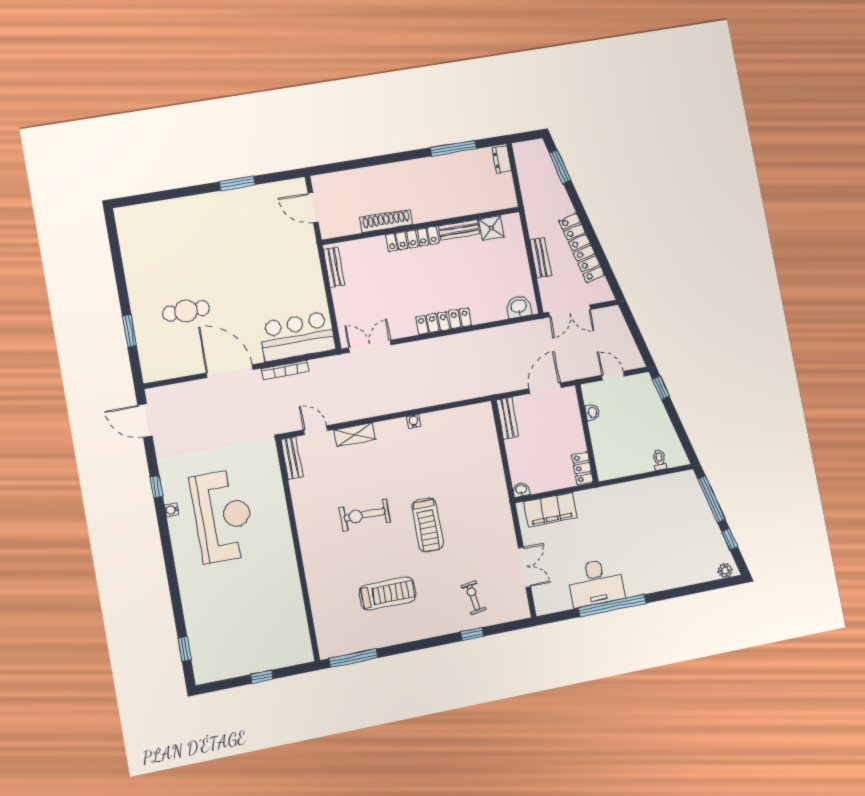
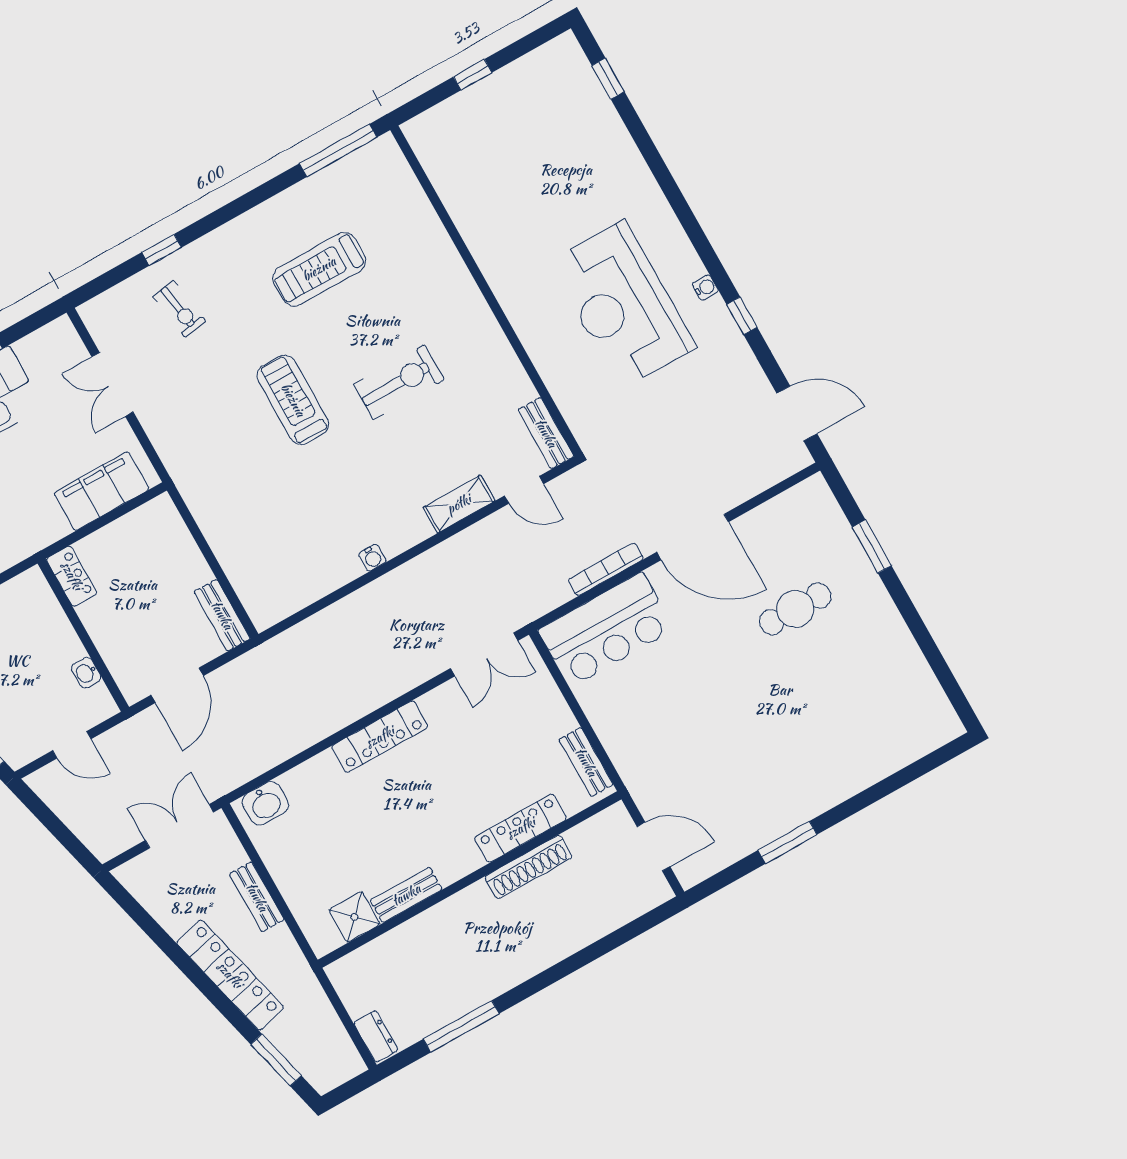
locker: (412, 239) -> (521, 828), moved
locker: (582, 248) -> (230, 975), moved
washbasin: (521, 490) -> (160, 507), removed

